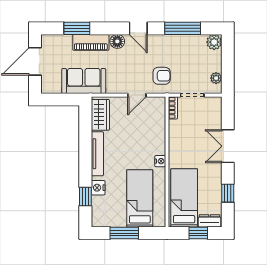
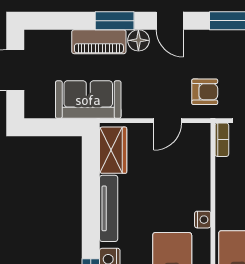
window: (77, 28) -> (115, 21), moved

